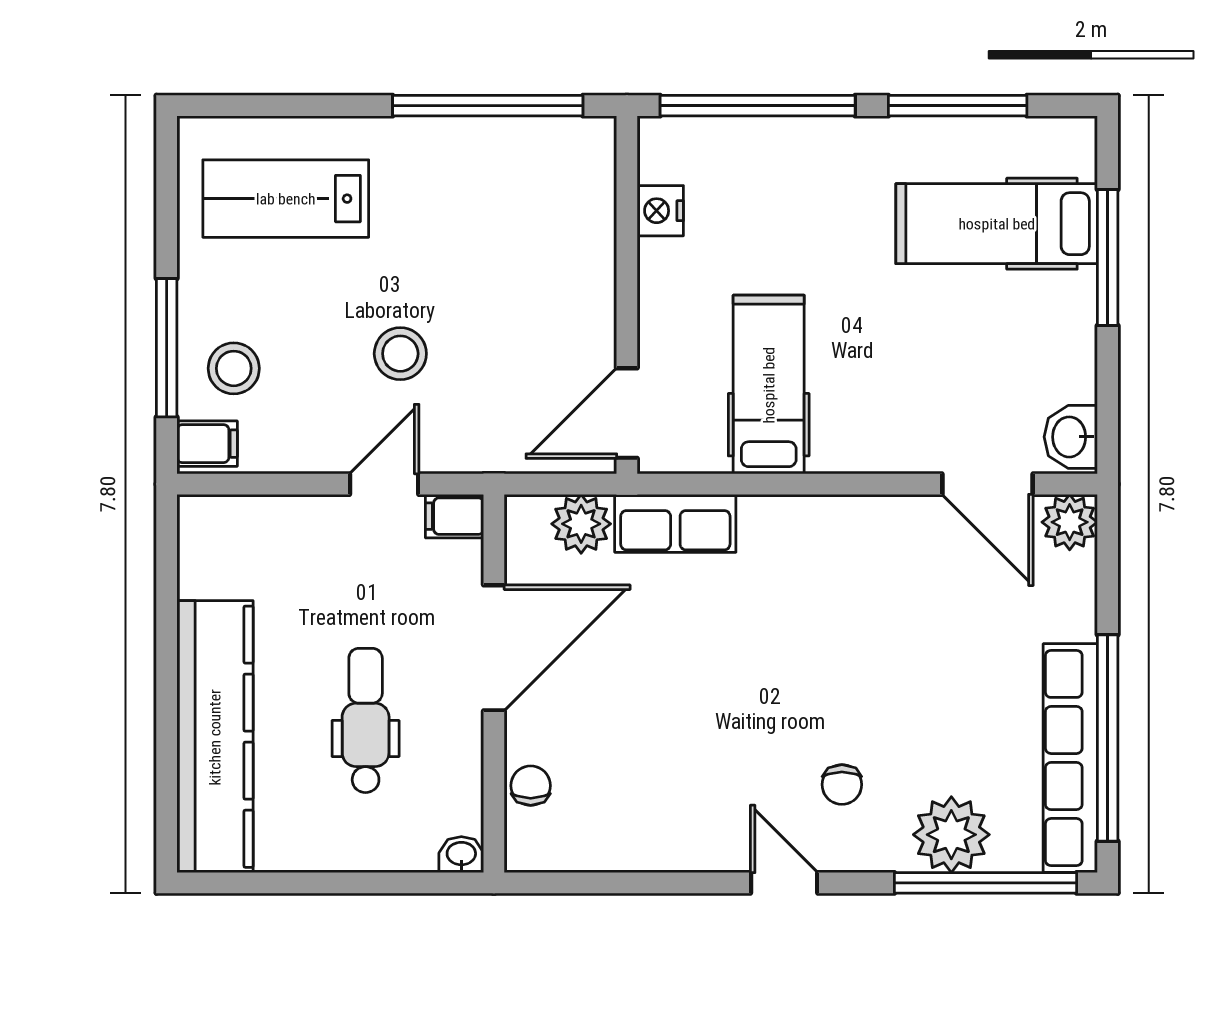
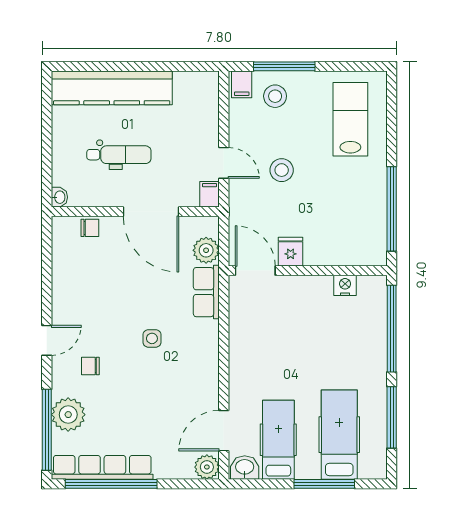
fridge: (584, 334) -> (291, 252), added
hospital bed: (769, 385) -> (278, 440), moved, turned -90
side table: (780, 646) -> (152, 338), added

